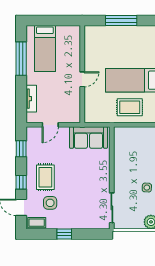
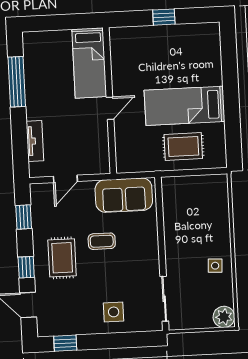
window: (121, 21) -> (164, 17), width x0.46
bed: (45, 48) -> (89, 63), moved
side table: (50, 203) -> (114, 312), moved
coffee table: (37, 223) -> (102, 241), moved
window: (64, 234) -> (65, 343), moved

